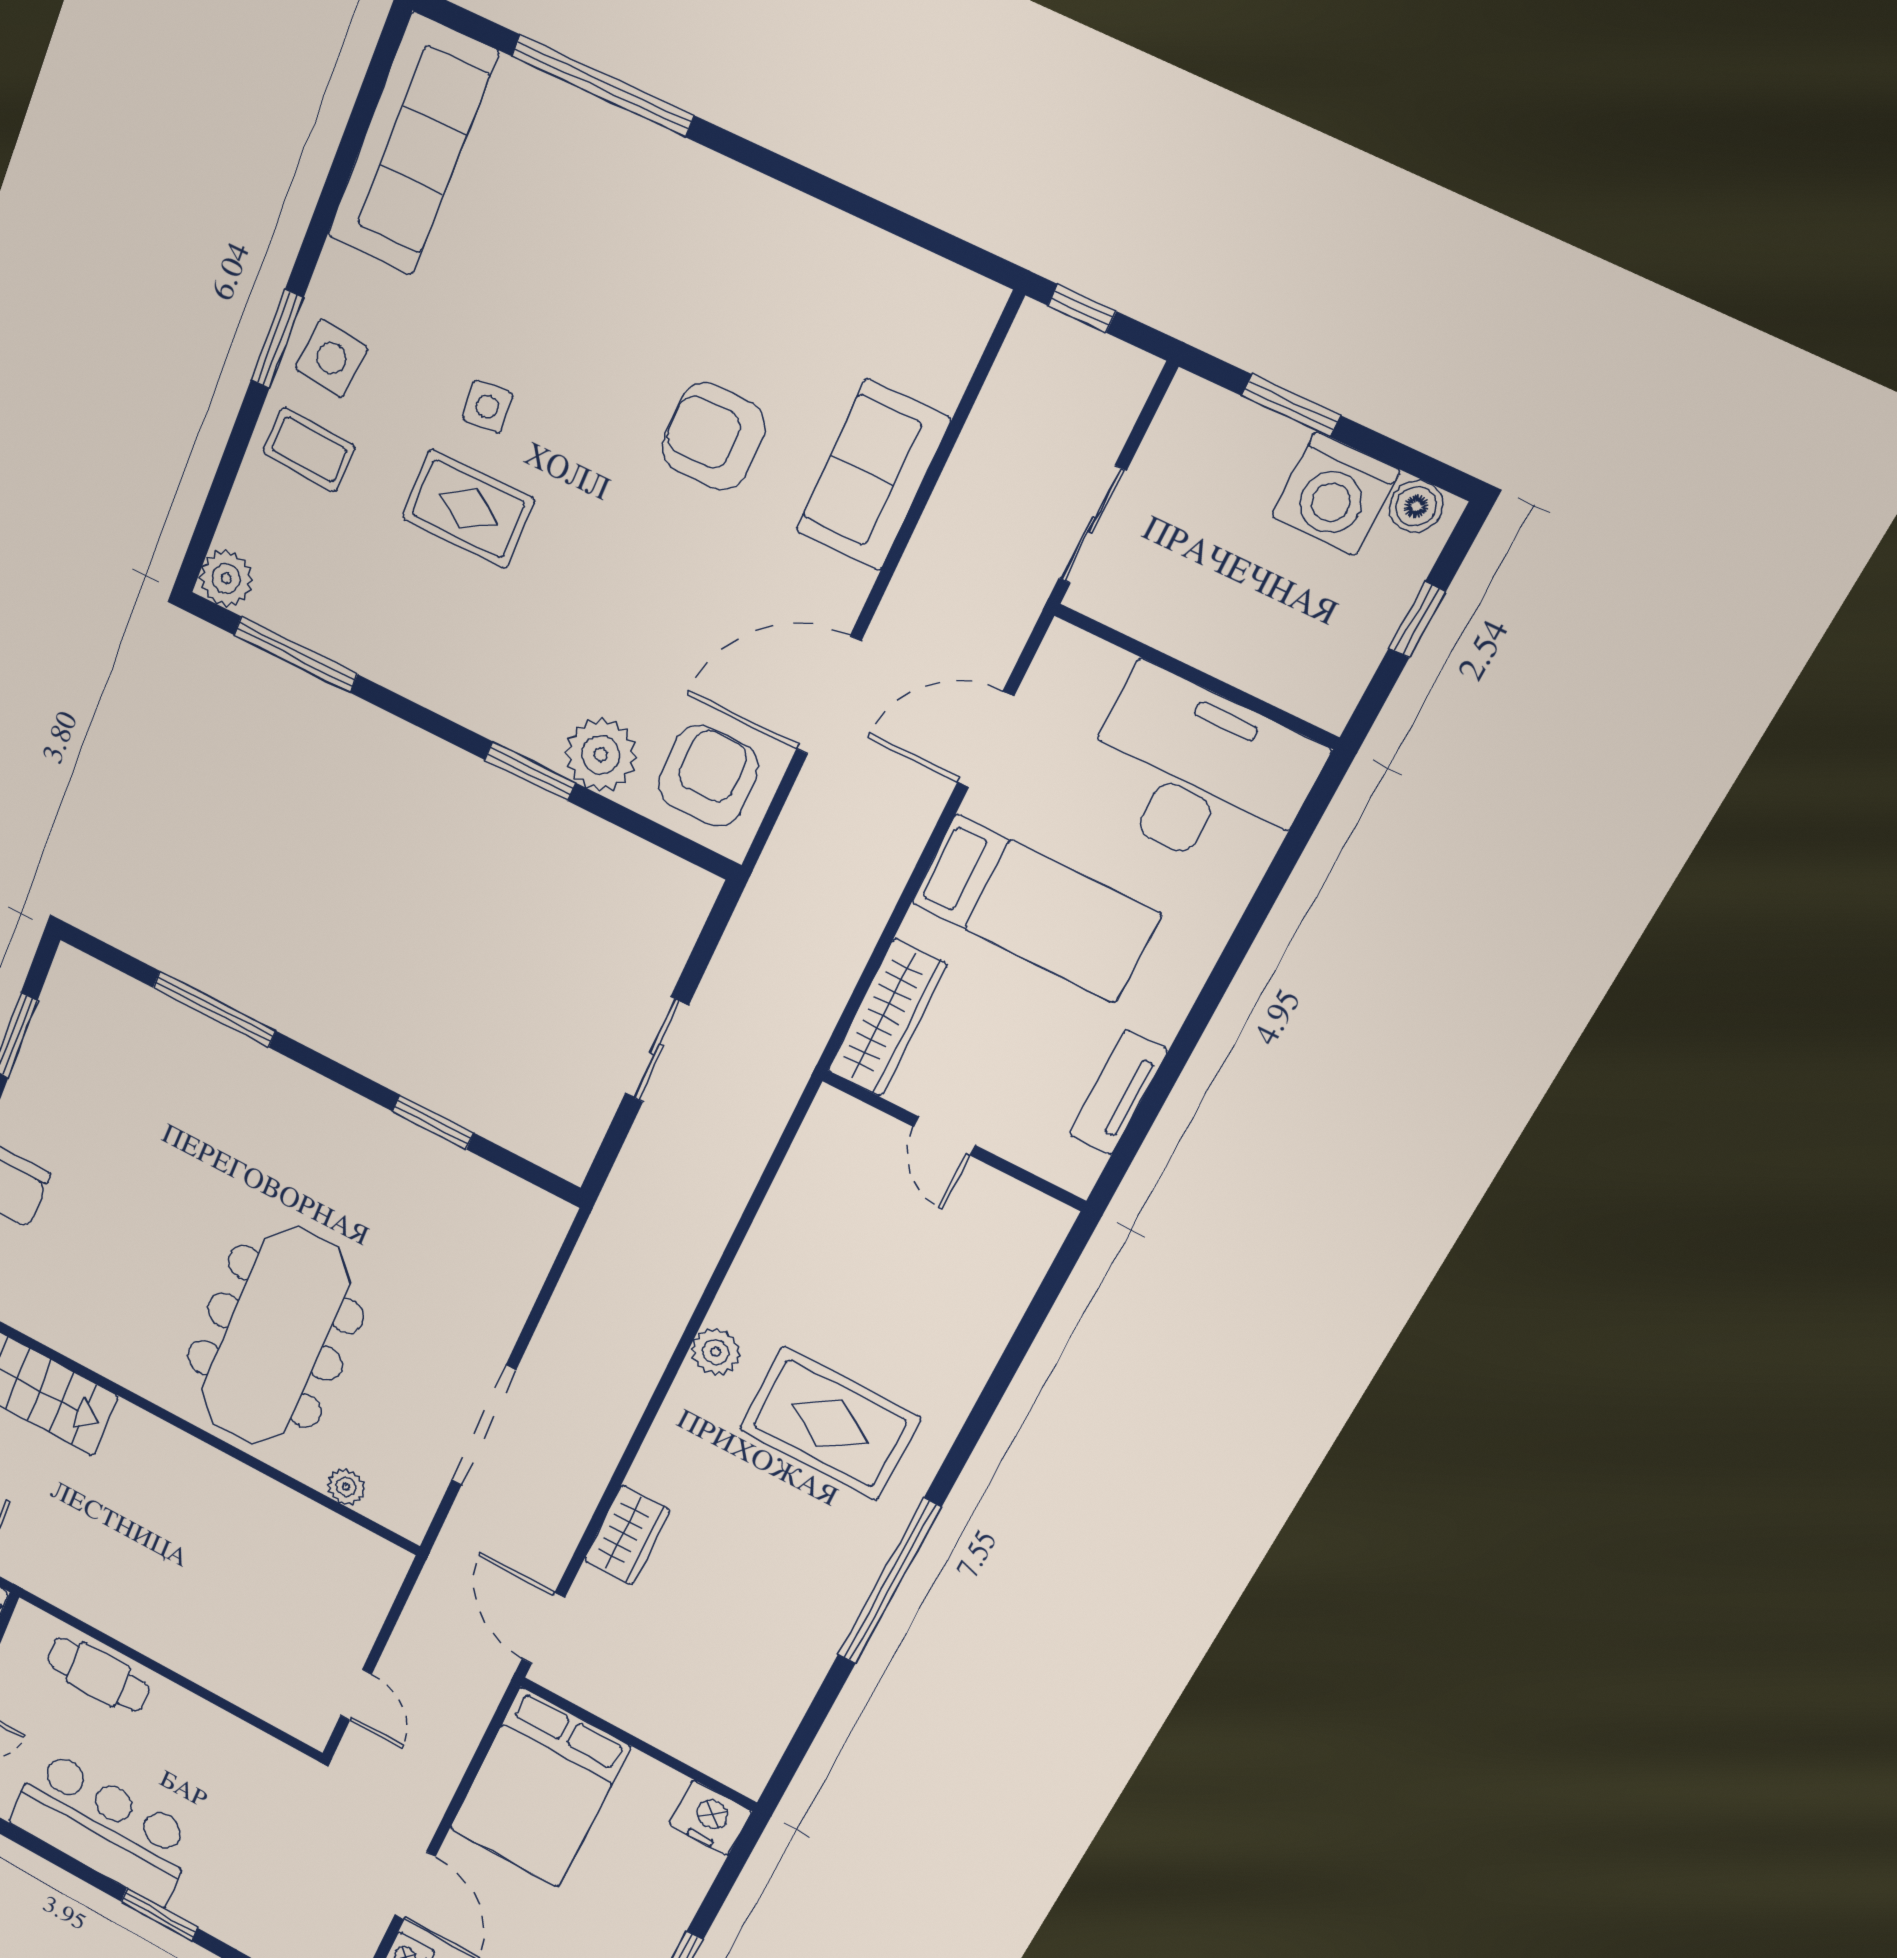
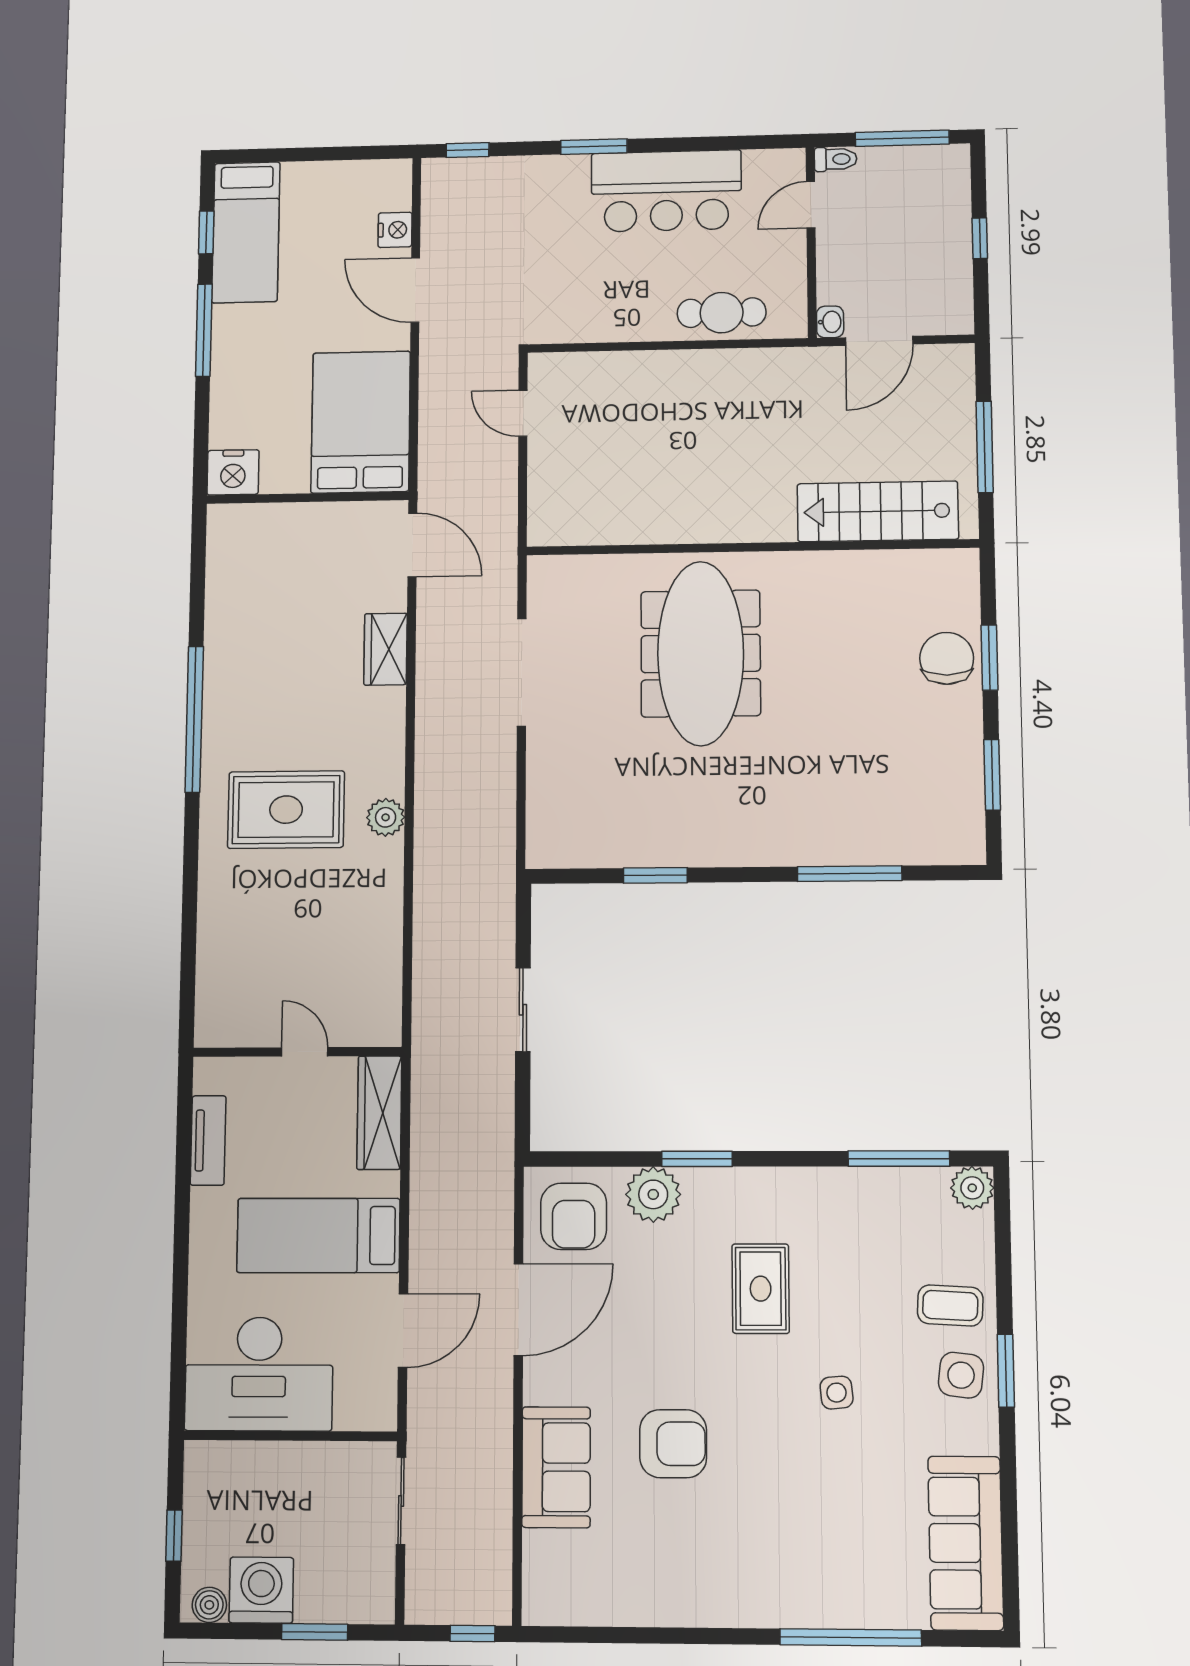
rug: (468, 509) -> (761, 1289), moved, turned 90
plant: (346, 1487) -> (600, 569), removed

